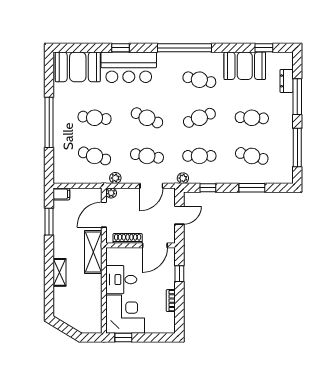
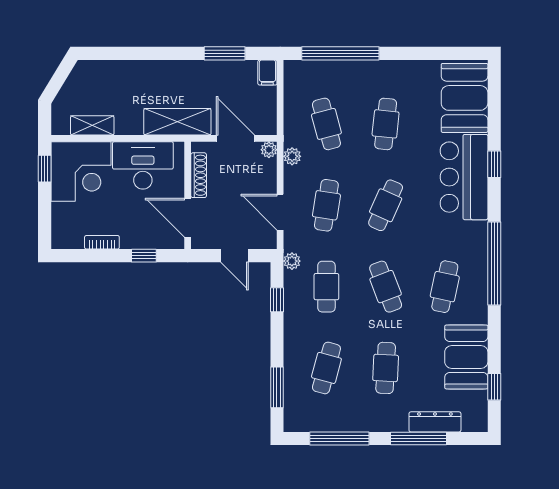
dresser: (287, 81) -> (435, 422), width x1.44
window: (49, 122) -> (340, 53), moved
cafe table: (95, 156) -> (326, 124), turned -33
window: (252, 188) -> (277, 387), moved
shelving: (60, 272) -> (92, 125), moved
desk: (121, 280) -> (143, 165), width x1.37

